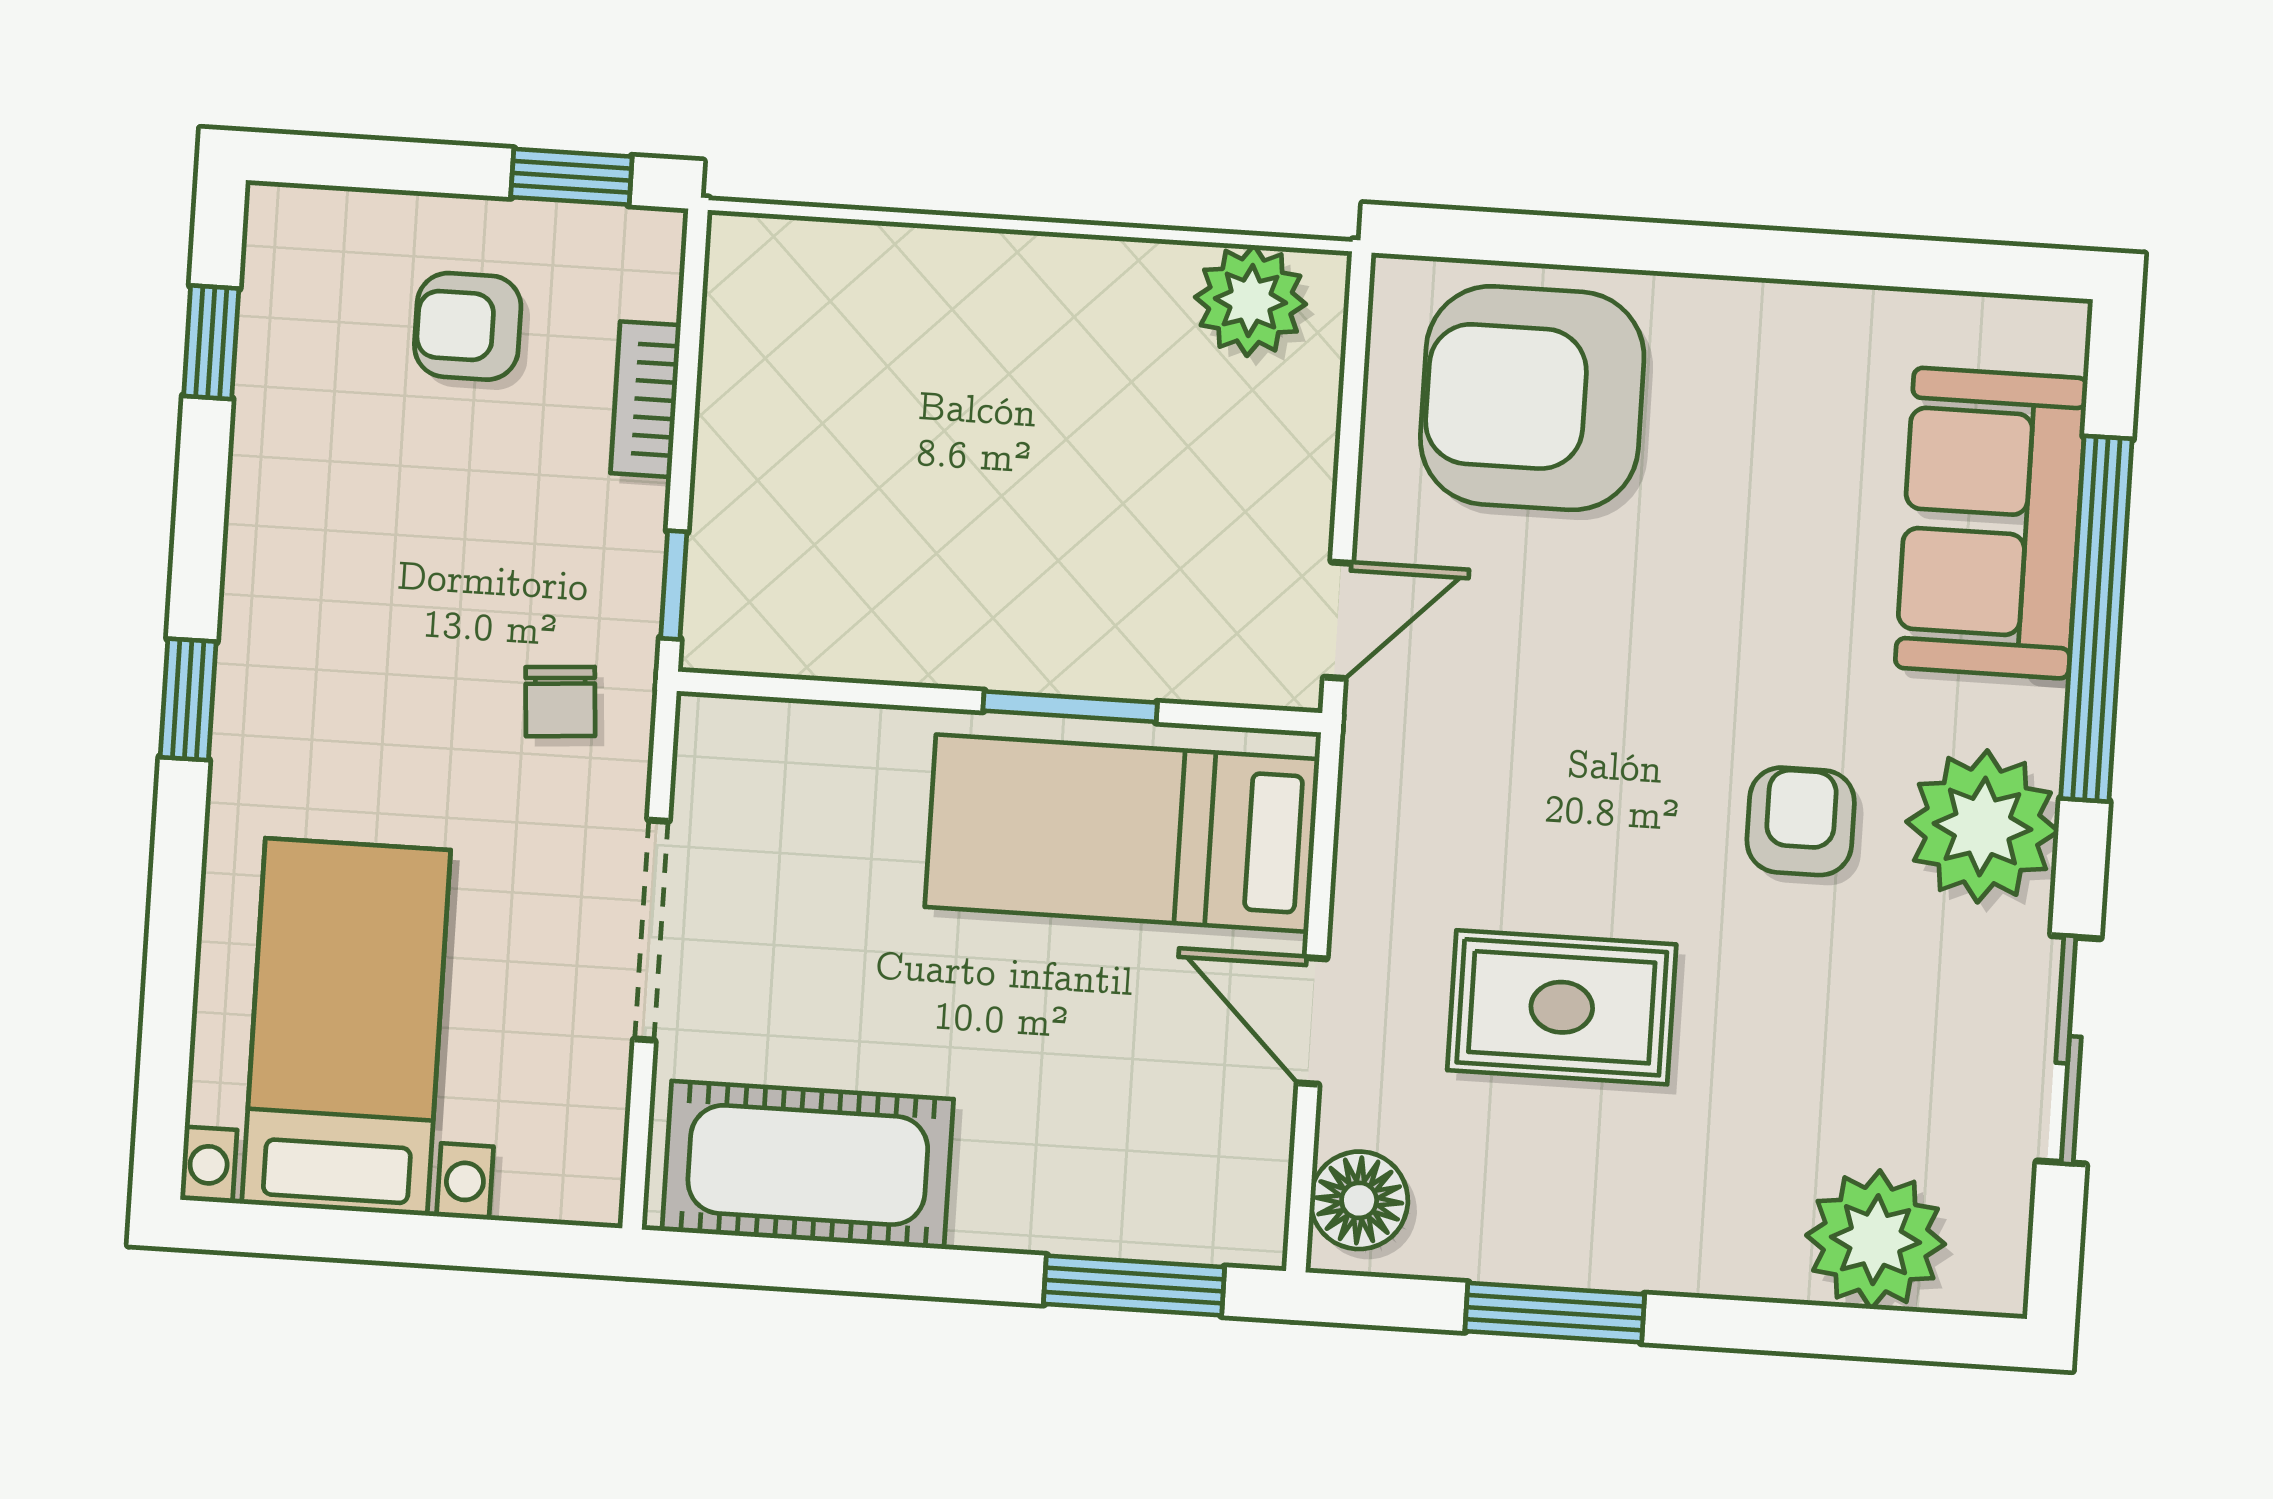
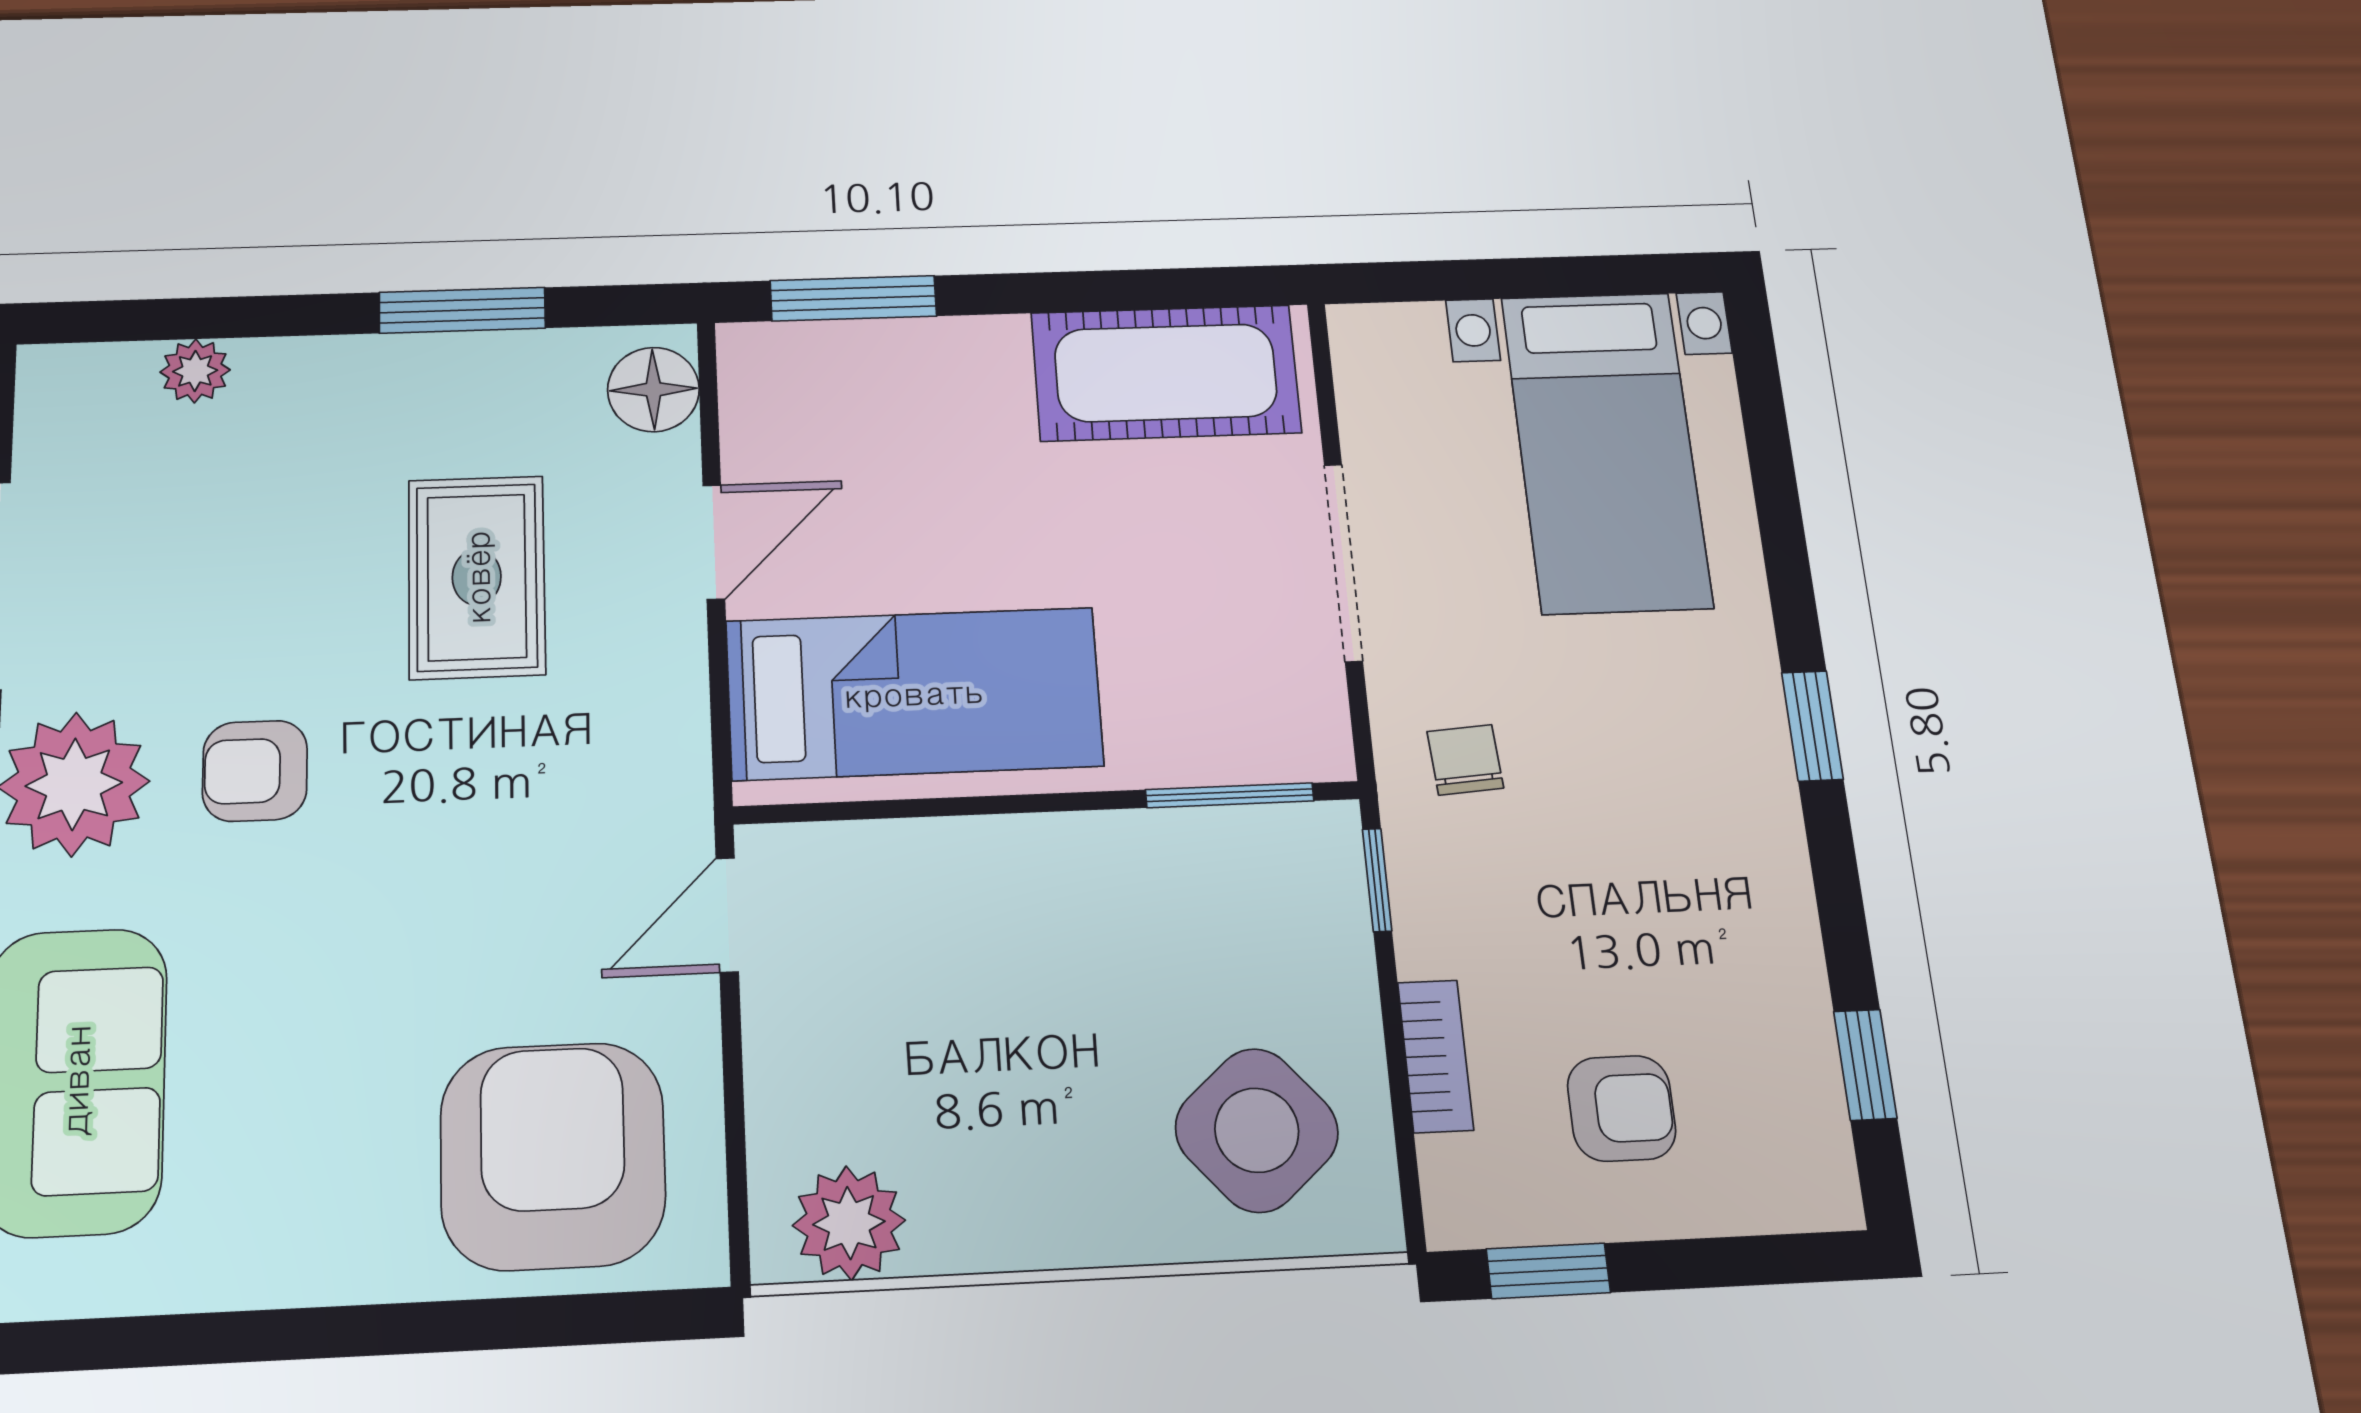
side table: (837, 346) -> (1257, 1130), added
armchair: (1532, 398) -> (553, 1156), turned -90
window: (1070, 707) -> (1230, 795), moved
armchair: (1801, 821) -> (255, 771), turned 90
rug: (1562, 1007) -> (477, 577), turned 90
door: (1312, 1021) -> (714, 542), hinge flipped
plant: (1876, 1240) -> (195, 371), width x0.53, depth x0.53

